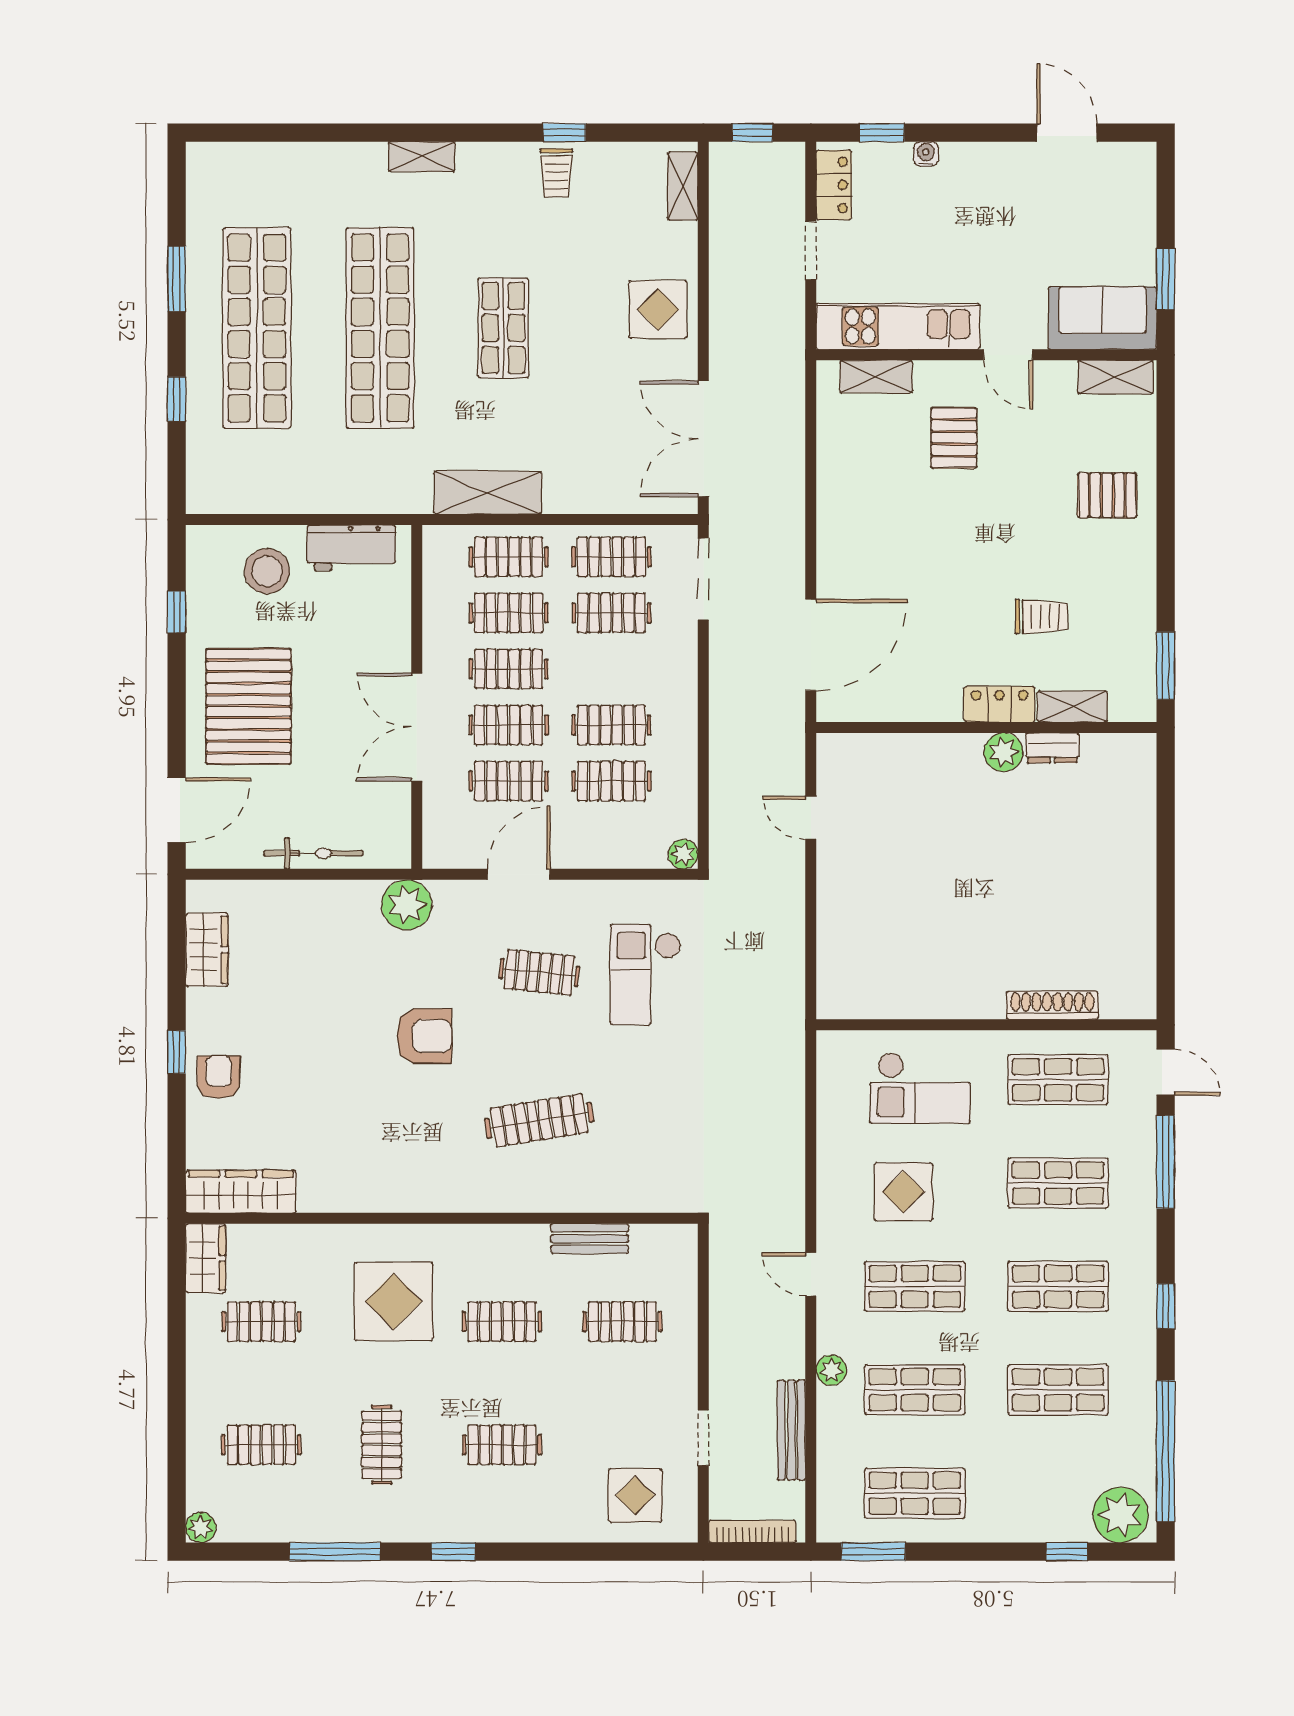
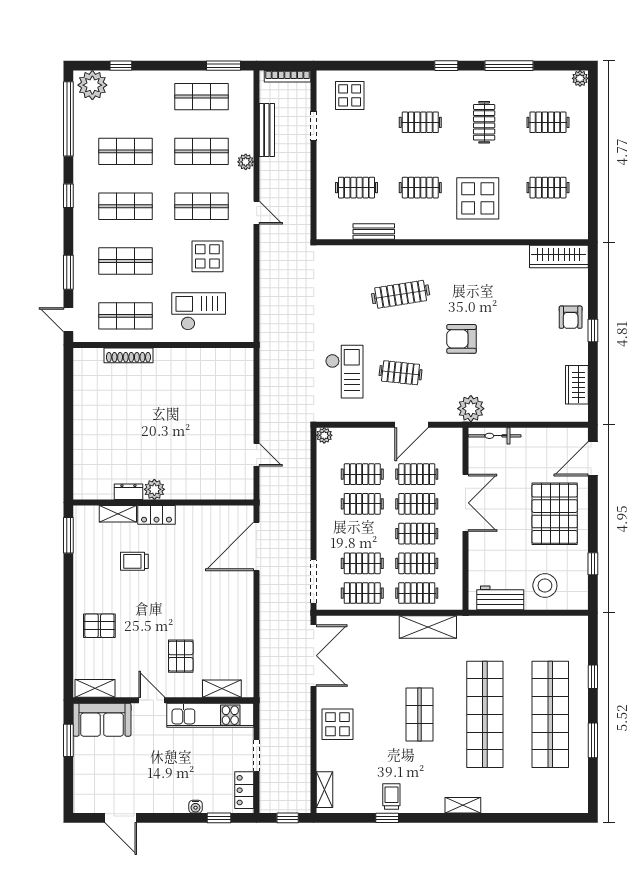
bicycle: (313, 853) -> (495, 436), moved
window: (1166, 1162) -> (68, 272), width x0.69
wardrobe: (206, 1258) -> (577, 221), removed

